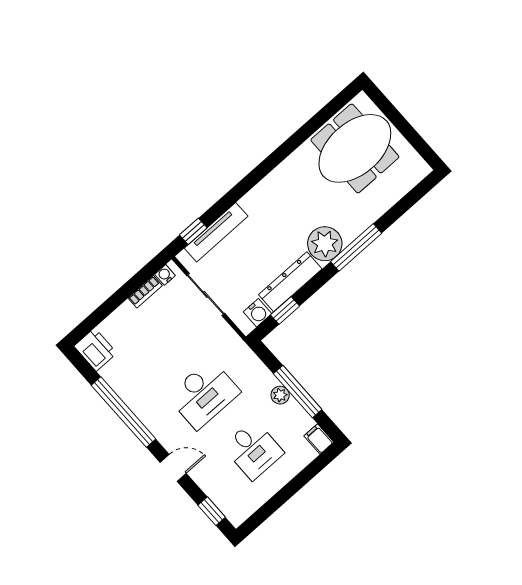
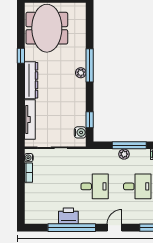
window: (193, 231) -> (21, 56), moved
plant: (325, 244) -> (81, 73), width x0.53, depth x0.53
dresser: (290, 282) -> (31, 80), moved, turned 180
printer: (95, 350) -> (68, 216), moved
desk: (204, 394) -> (95, 186), width x0.73

